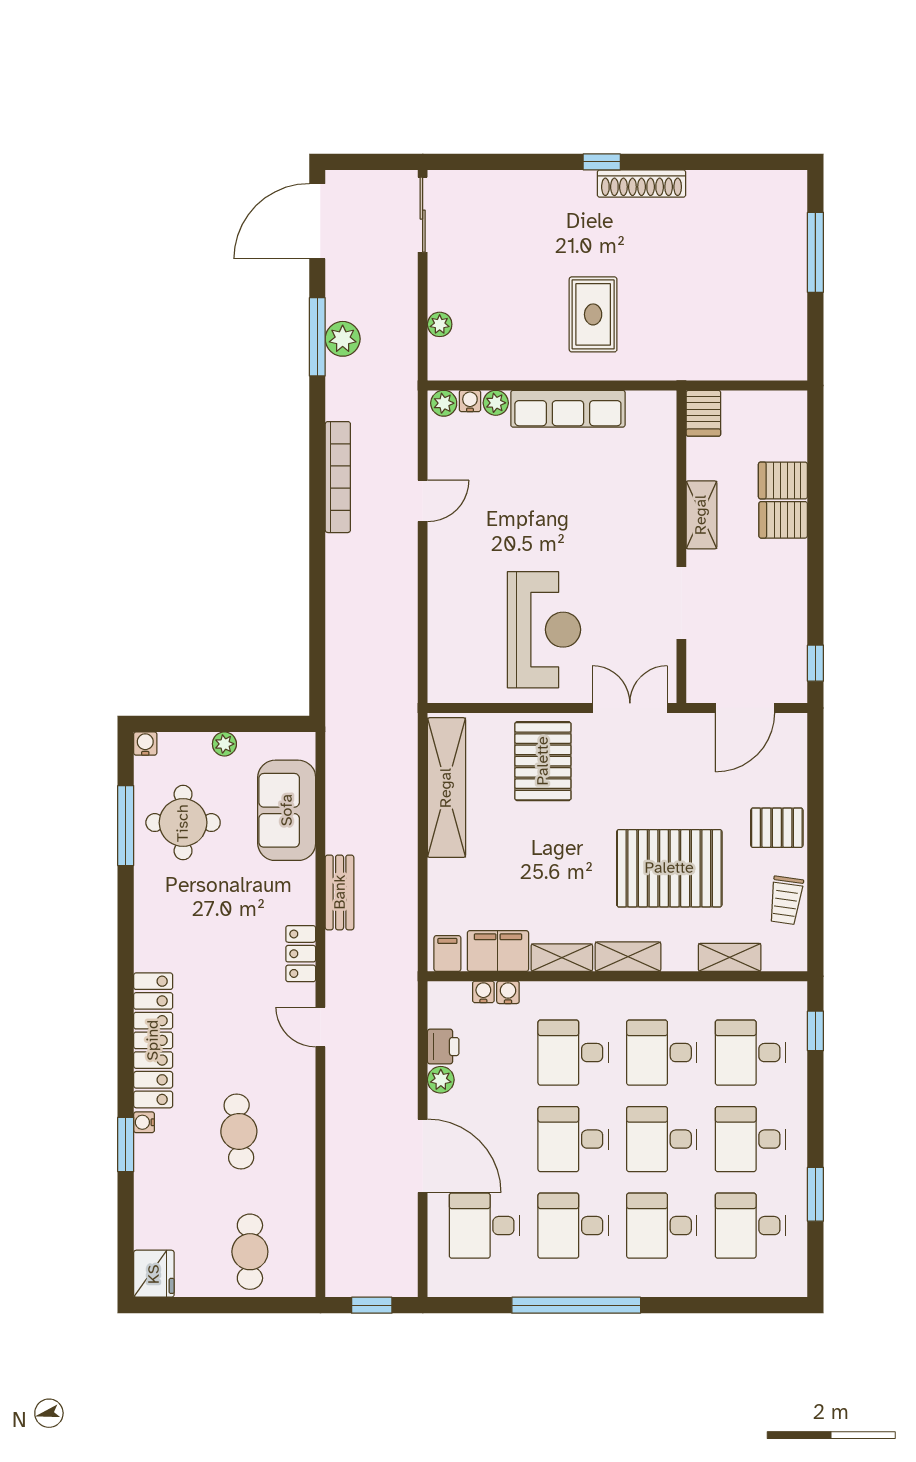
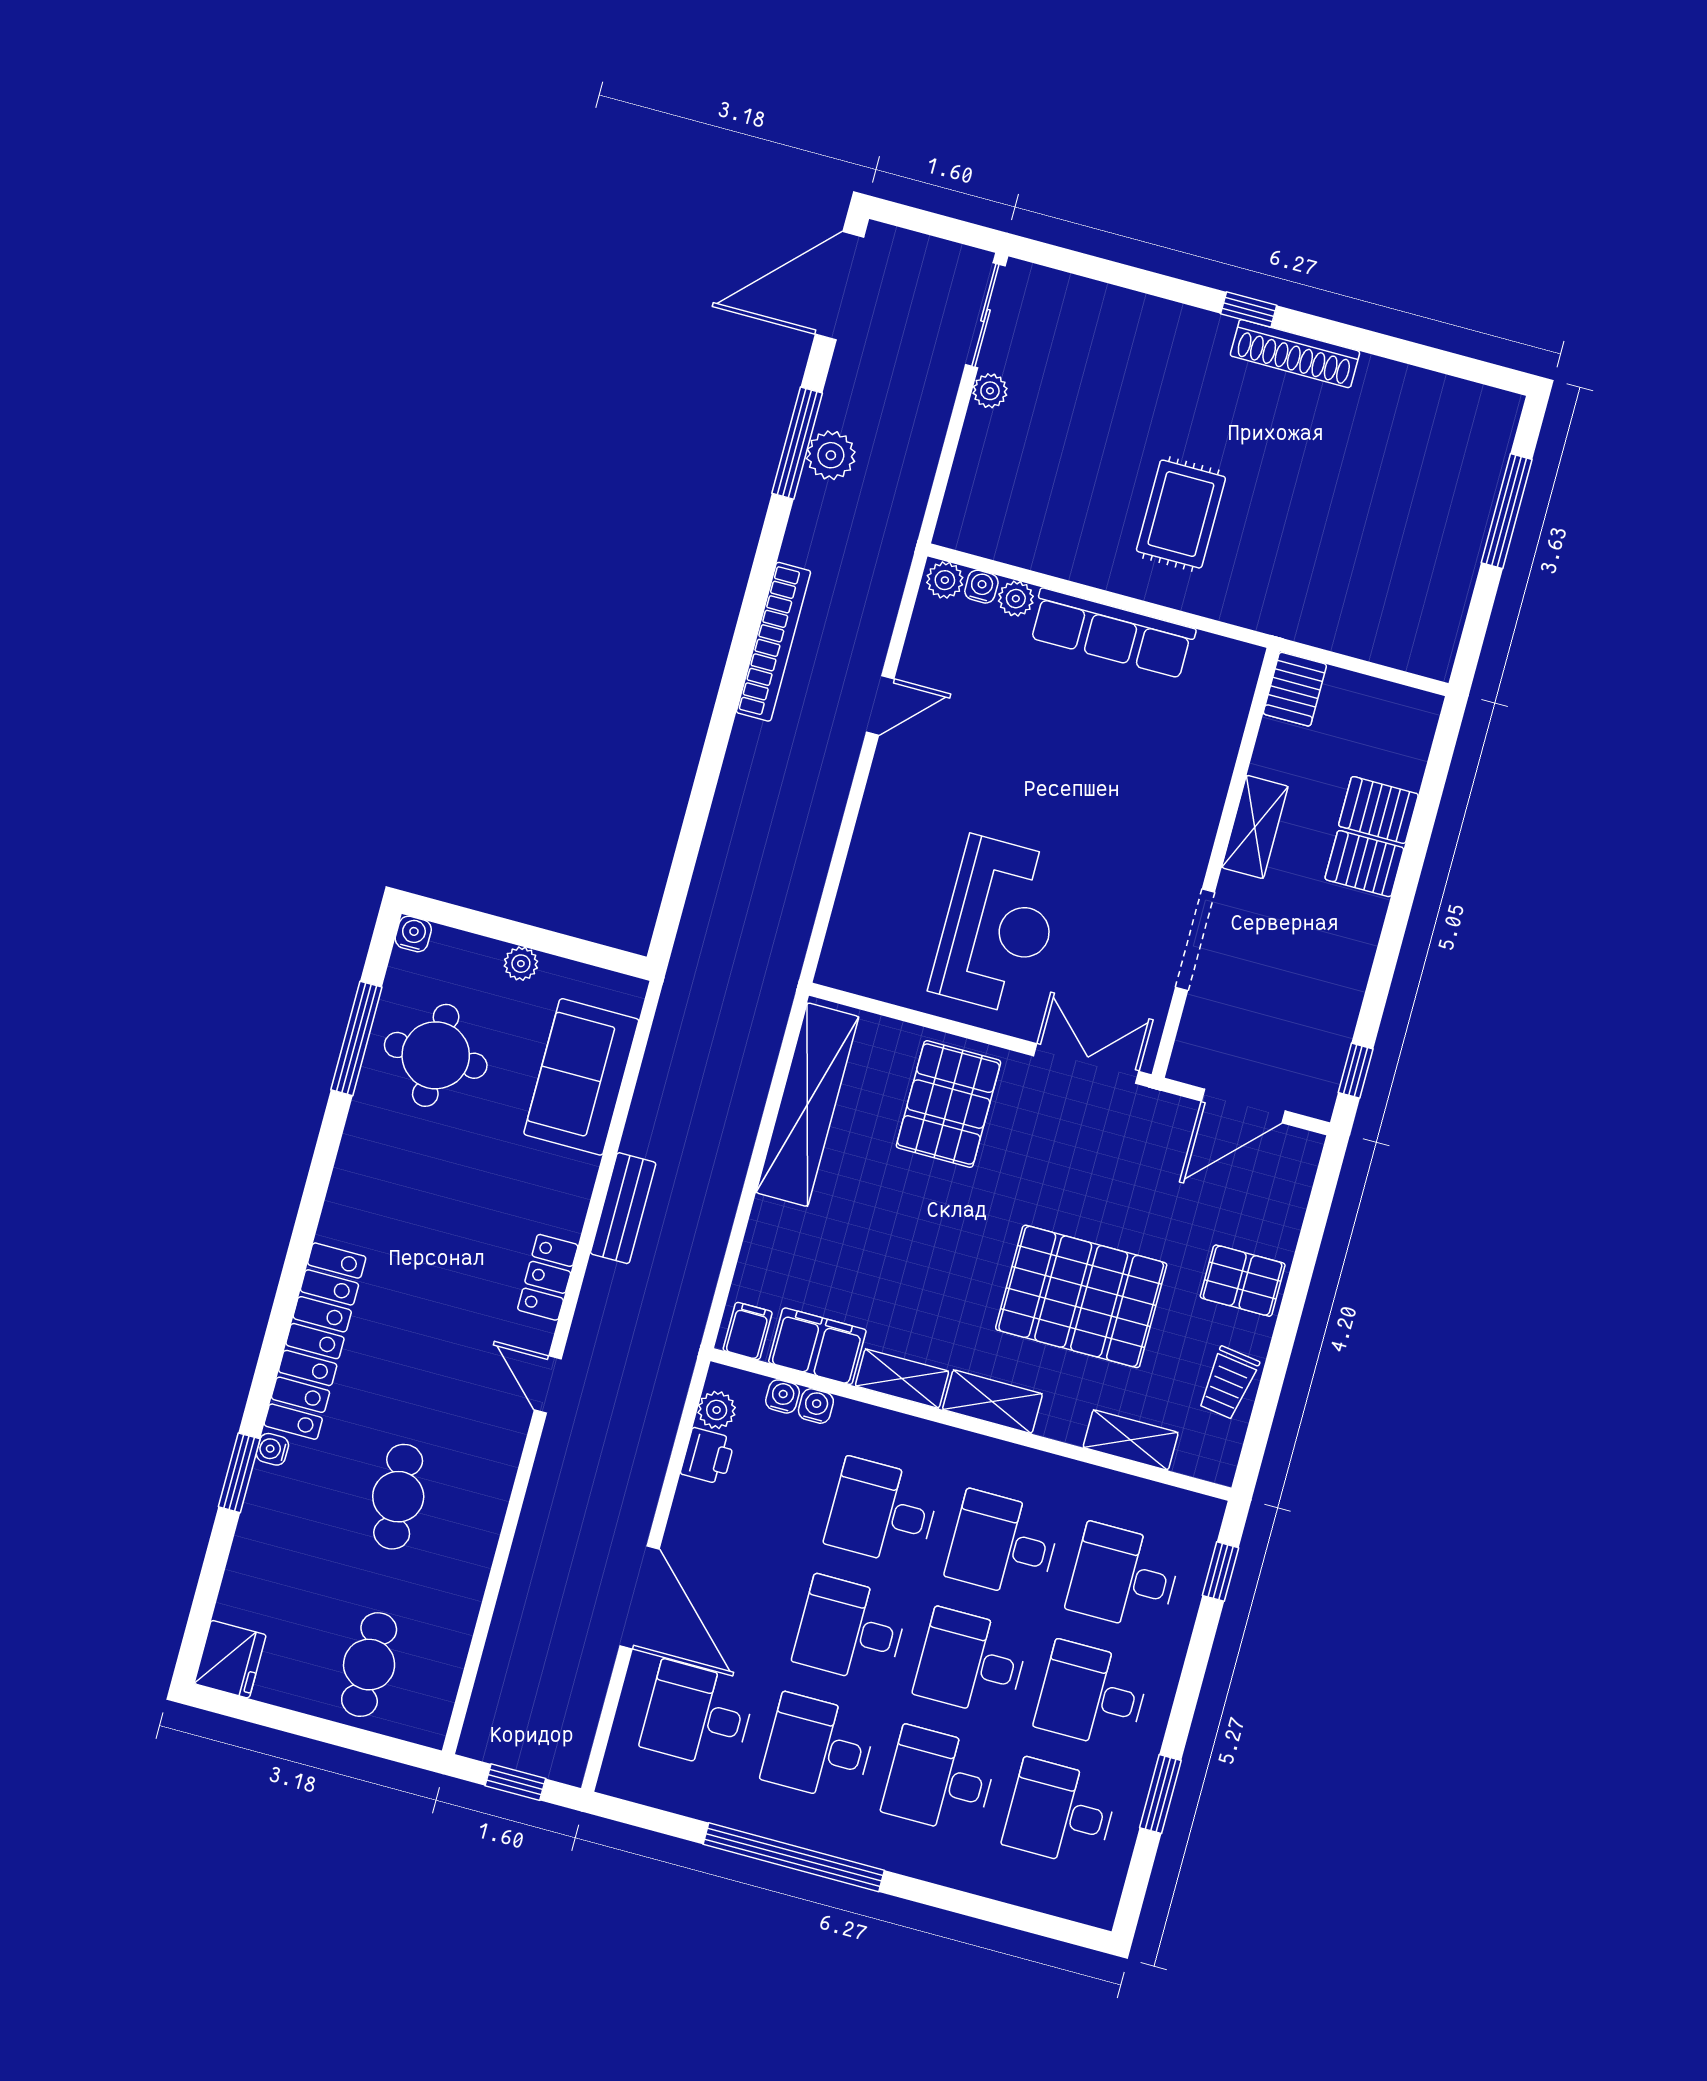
plant: (440, 324) -> (990, 391), moved
plant: (441, 1080) -> (717, 1410), moved

